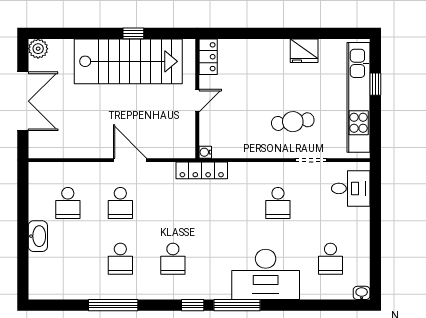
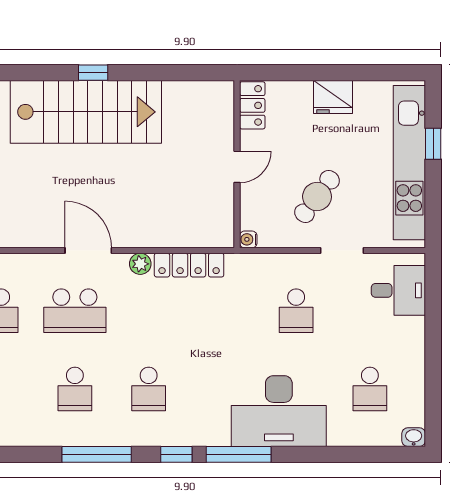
locker: (208, 57) -> (252, 105), moved
wall: (197, 99) -> (237, 164), moved
door: (197, 101) -> (237, 167), moved
cafe table: (293, 122) -> (317, 197), turned -46
water cooler: (205, 152) -> (248, 239), moved
plant: (167, 170) -> (140, 264), added
school desk: (120, 203) -> (75, 311), width x1.85
window: (113, 305) -> (97, 454), moved

